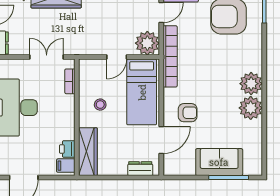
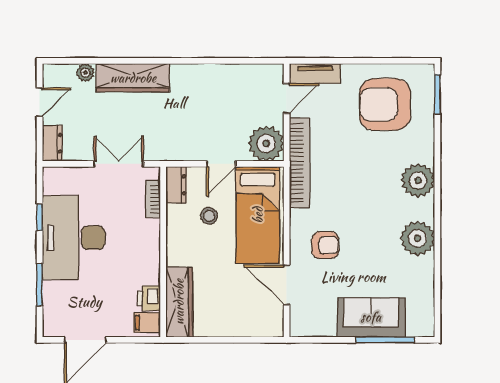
plant: (251, 84) -> (418, 180), moved
stool: (100, 105) -> (209, 216), moved
door: (161, 140) -> (287, 285), swing flipped
dresser: (140, 169) -> (176, 185), moved, turned 90

